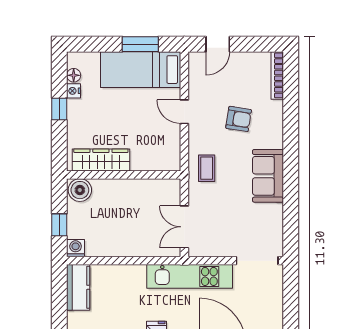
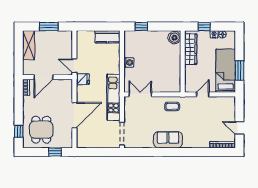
door: (218, 44) -> (239, 128), moved
armchair: (239, 119) -> (199, 124), removed
wardrobe: (101, 160) -> (191, 49), moved
wall: (124, 175) -> (183, 61), moved
boiler: (80, 190) -> (174, 38), moved
washing machine: (76, 248) -> (129, 63), moved

